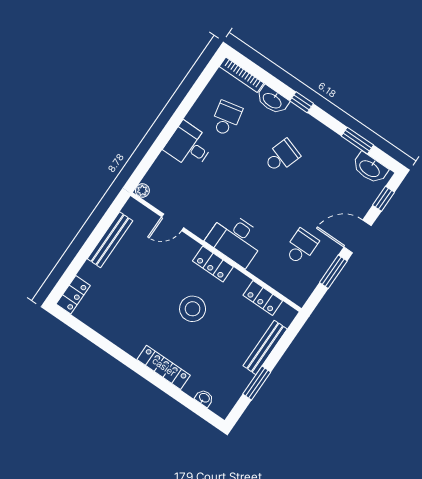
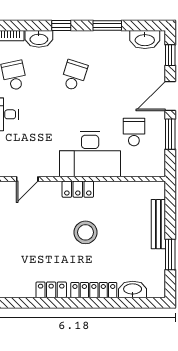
window: (357, 141) -> (107, 26), moved
desk: (236, 239) -> (90, 154), width x1.36, depth x1.30
locker: (263, 298) -> (51, 290), moved, turned 180
washbasin: (204, 398) -> (133, 289), width x1.91, depth x1.45

